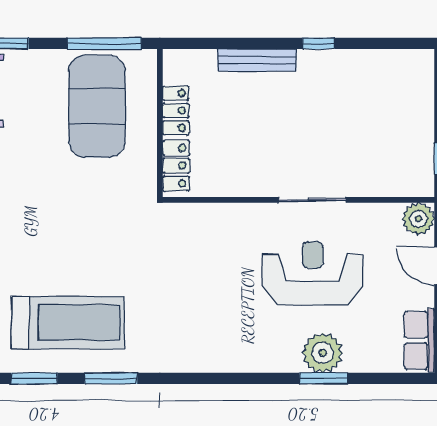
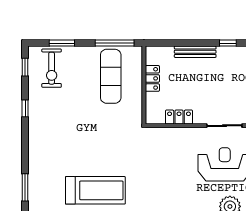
exercise mat: (97, 106) -> (111, 76), width x0.68
locker: (176, 166) -> (179, 117), moved, turned -90

